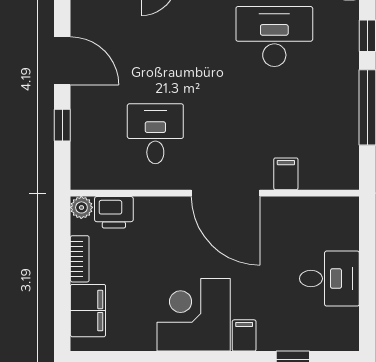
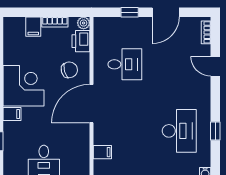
filing cabinet: (286, 174) -> (102, 152), moved
chair: (165, 233) -> (69, 70), added
filing cabinet: (88, 311) -> (33, 27), width x0.50

